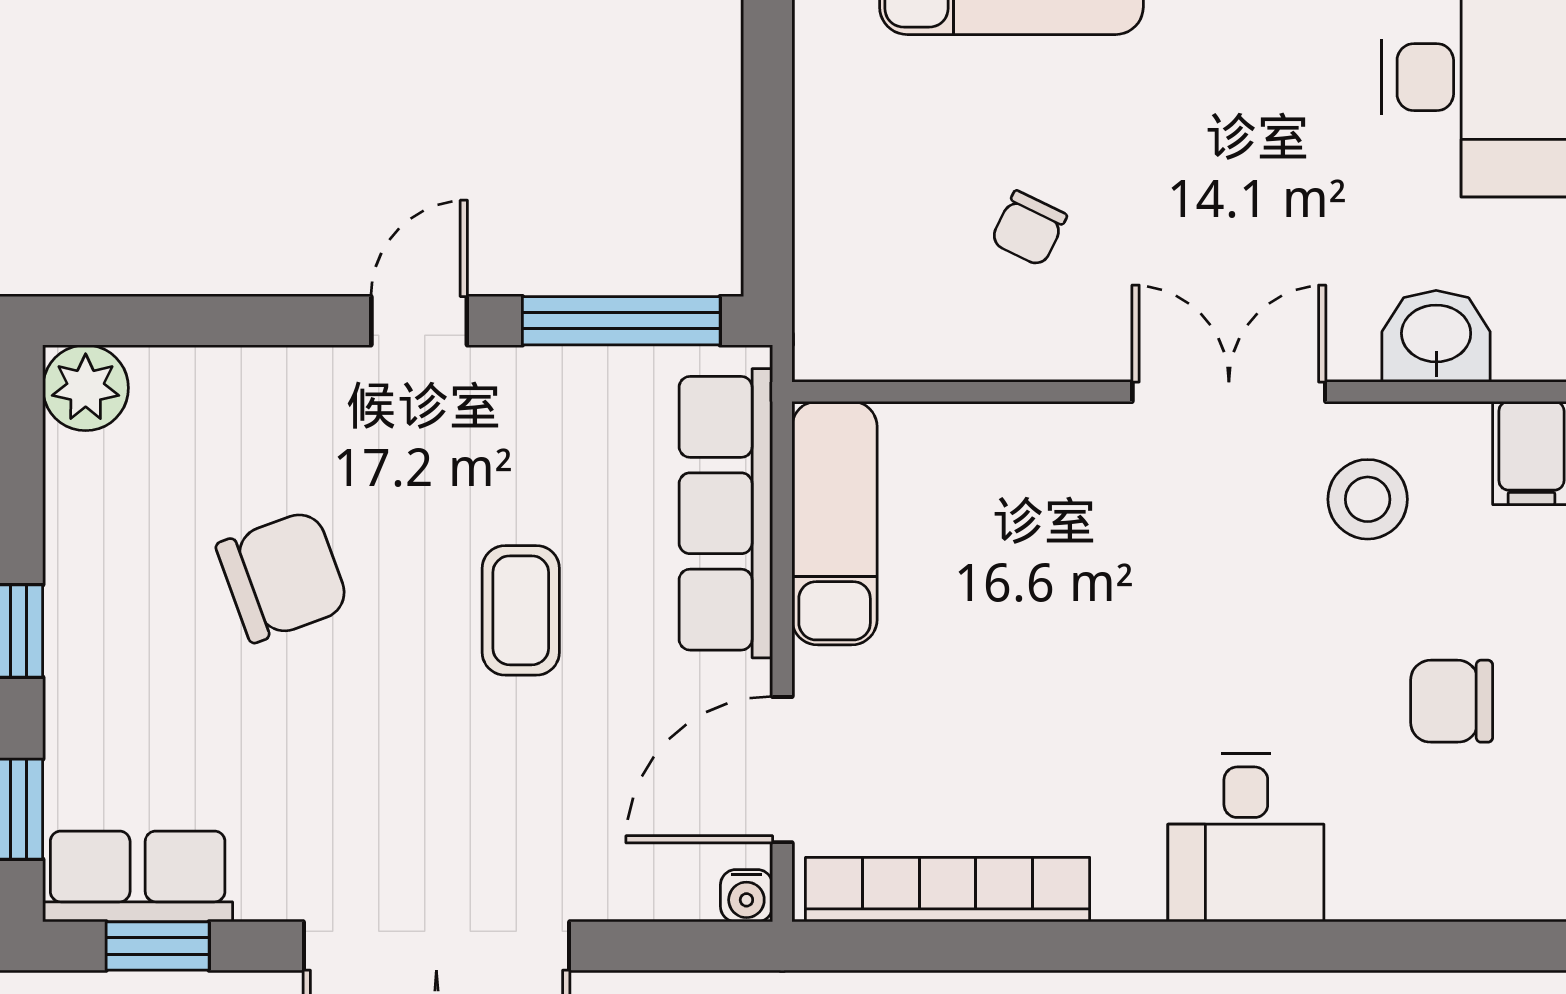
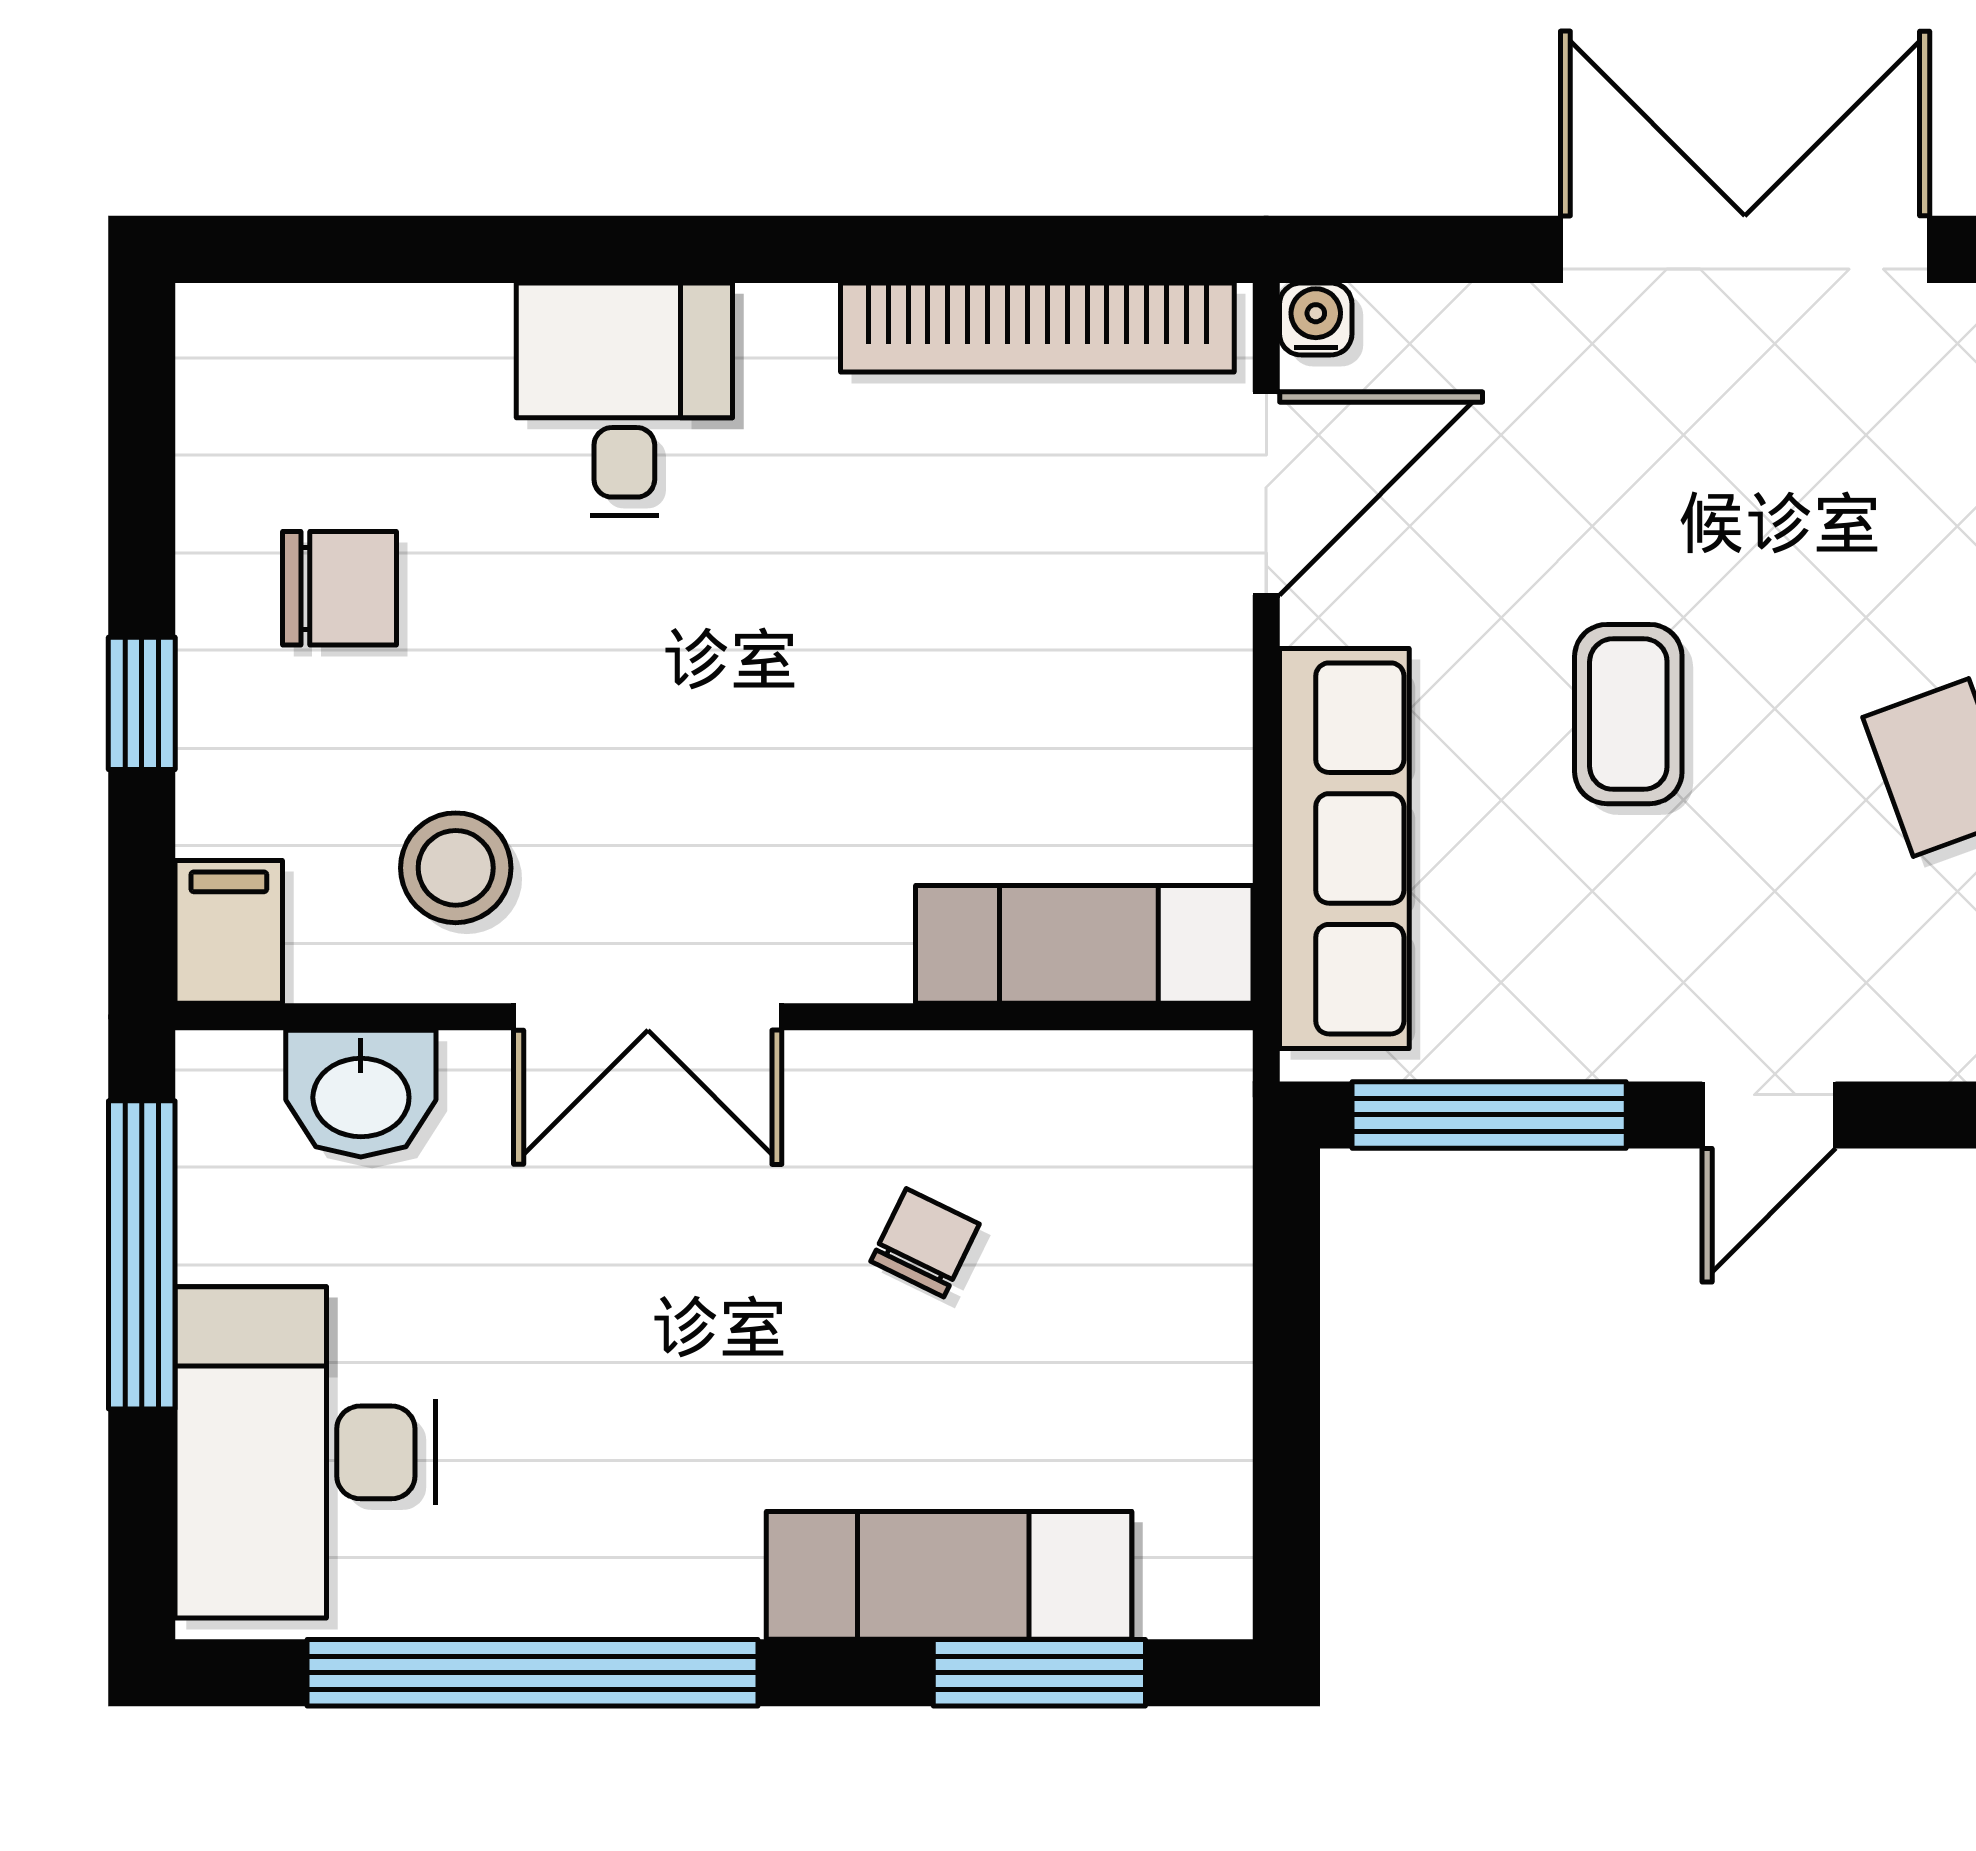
exam couch: (835, 523) -> (1084, 944), moved, turned 90

